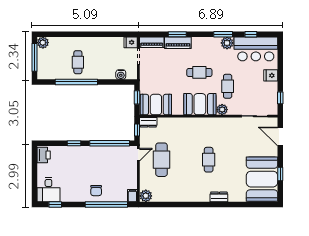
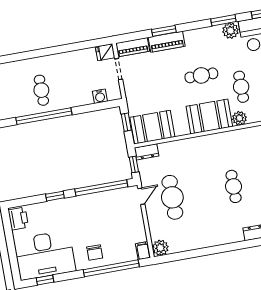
desk: (48, 190) -> (45, 255), width x1.87, depth x1.30

